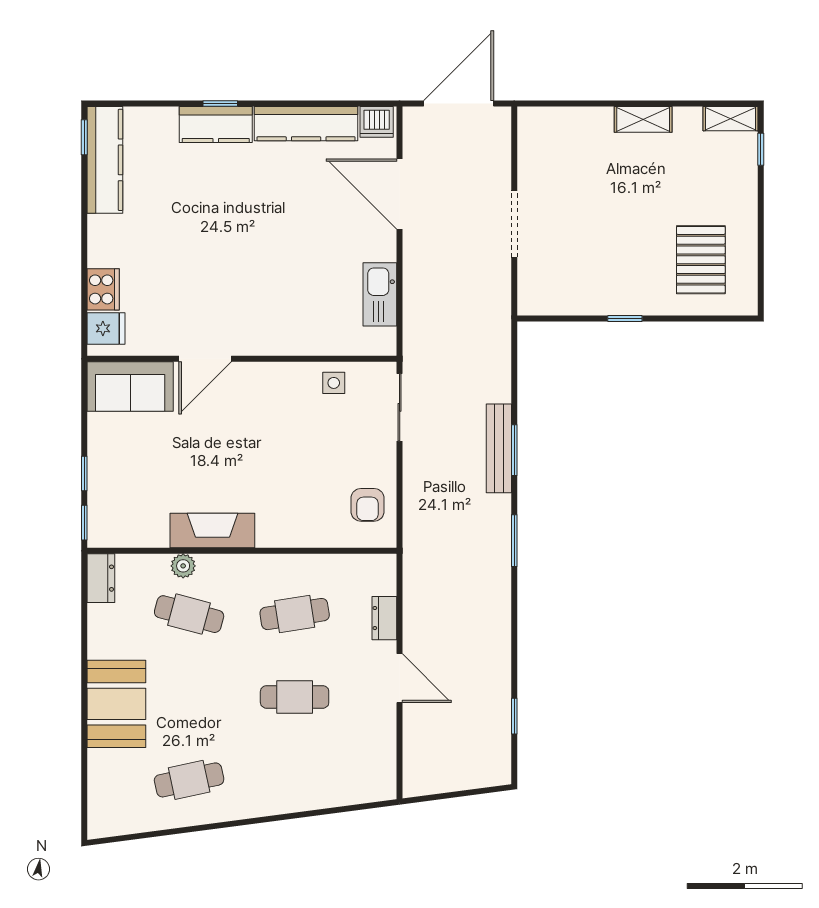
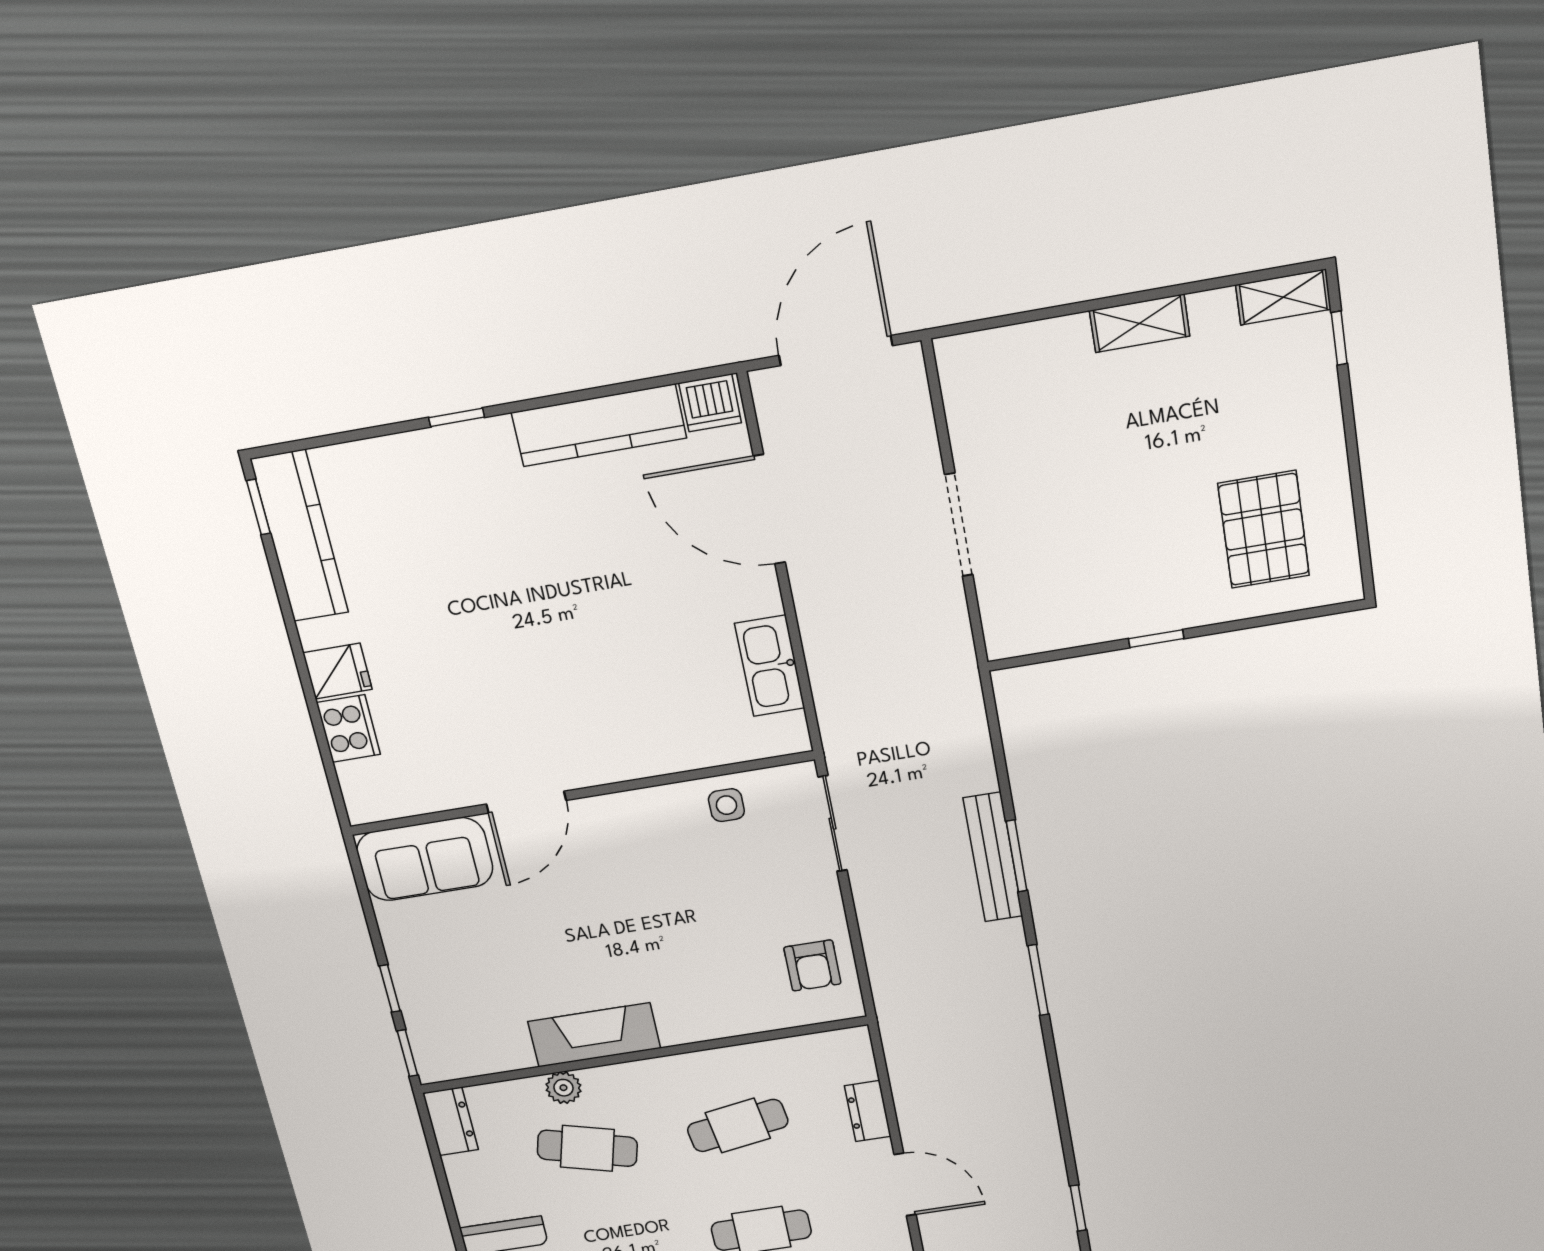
kitchen counter: (216, 125) -> (457, 452), removed
fridge: (106, 328) -> (338, 671), moved

